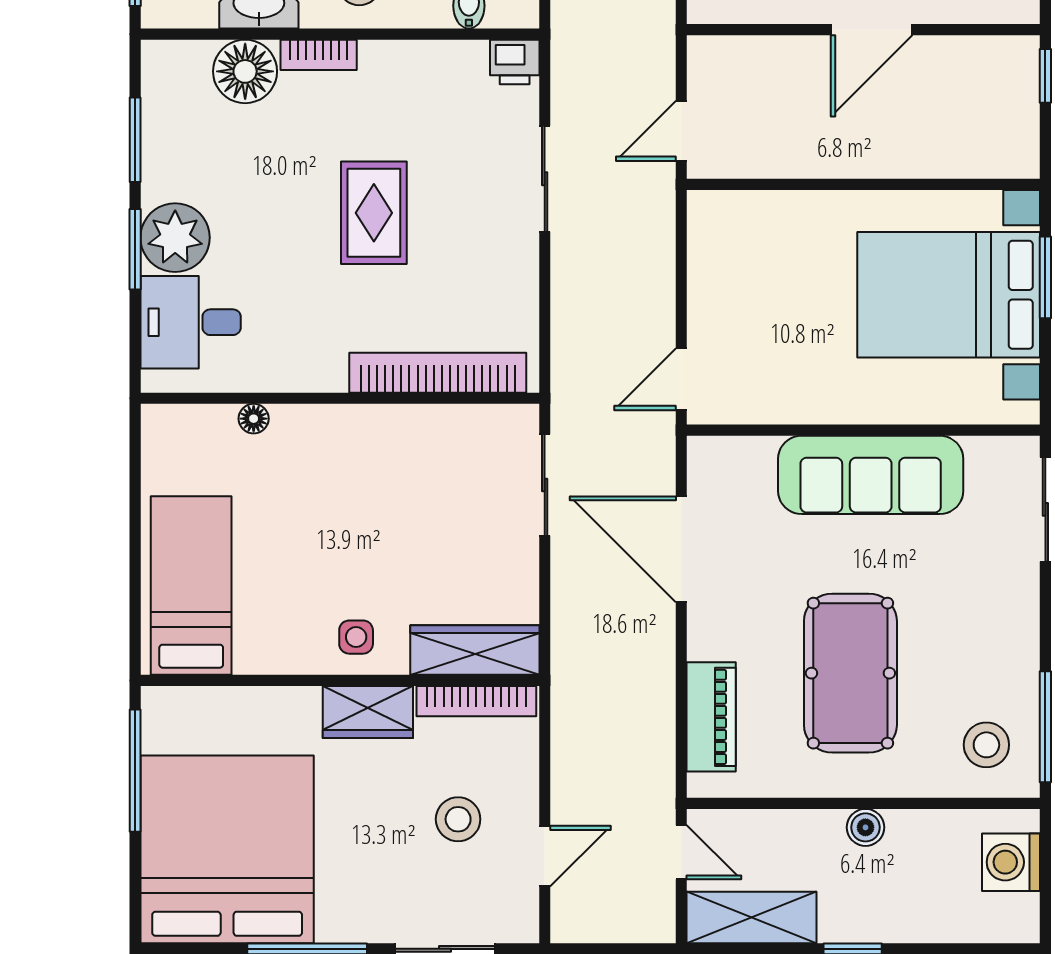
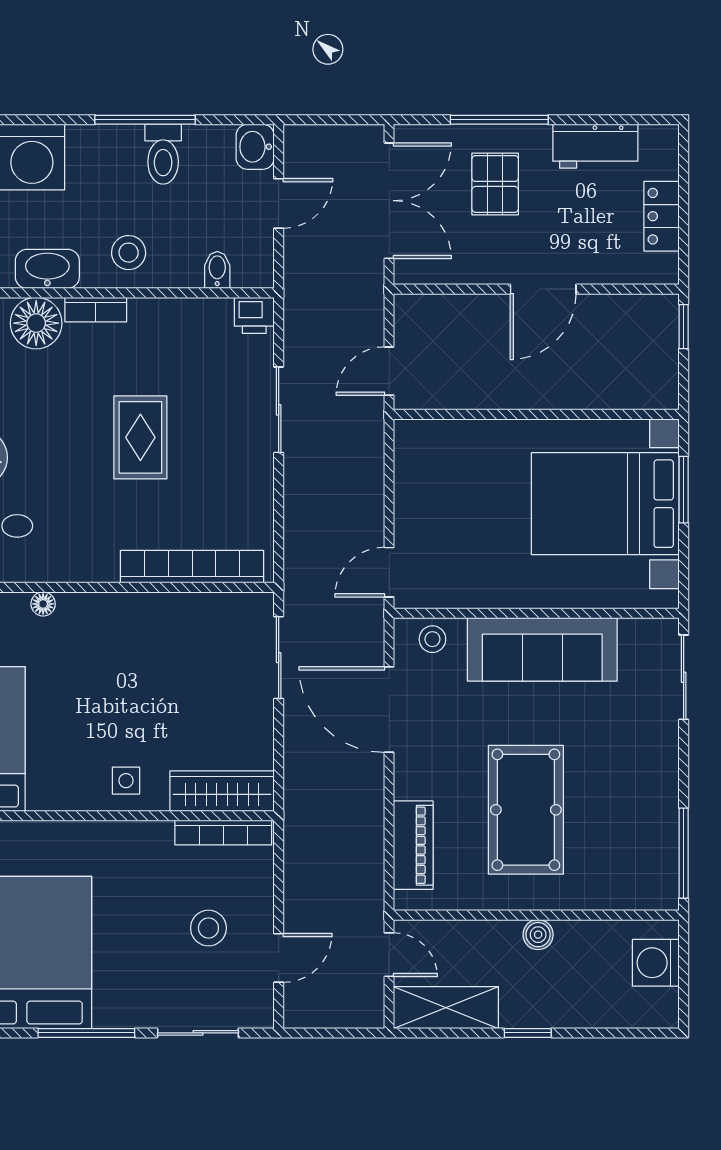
wardrobe: (368, 712) -> (136, 841), removed
stool: (986, 745) -> (432, 639), moved, width x0.73, depth x0.73

